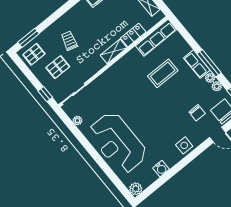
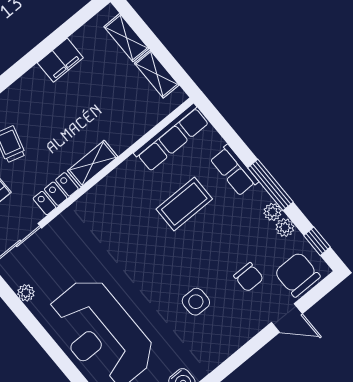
locker: (133, 35) -> (56, 194), moved
row of seats: (197, 64) -> (234, 170), moved
side table: (184, 145) -> (196, 302), moved

